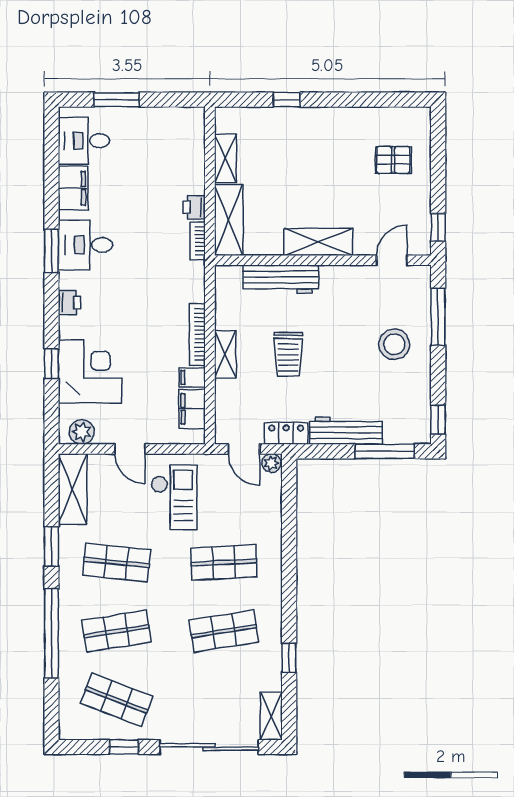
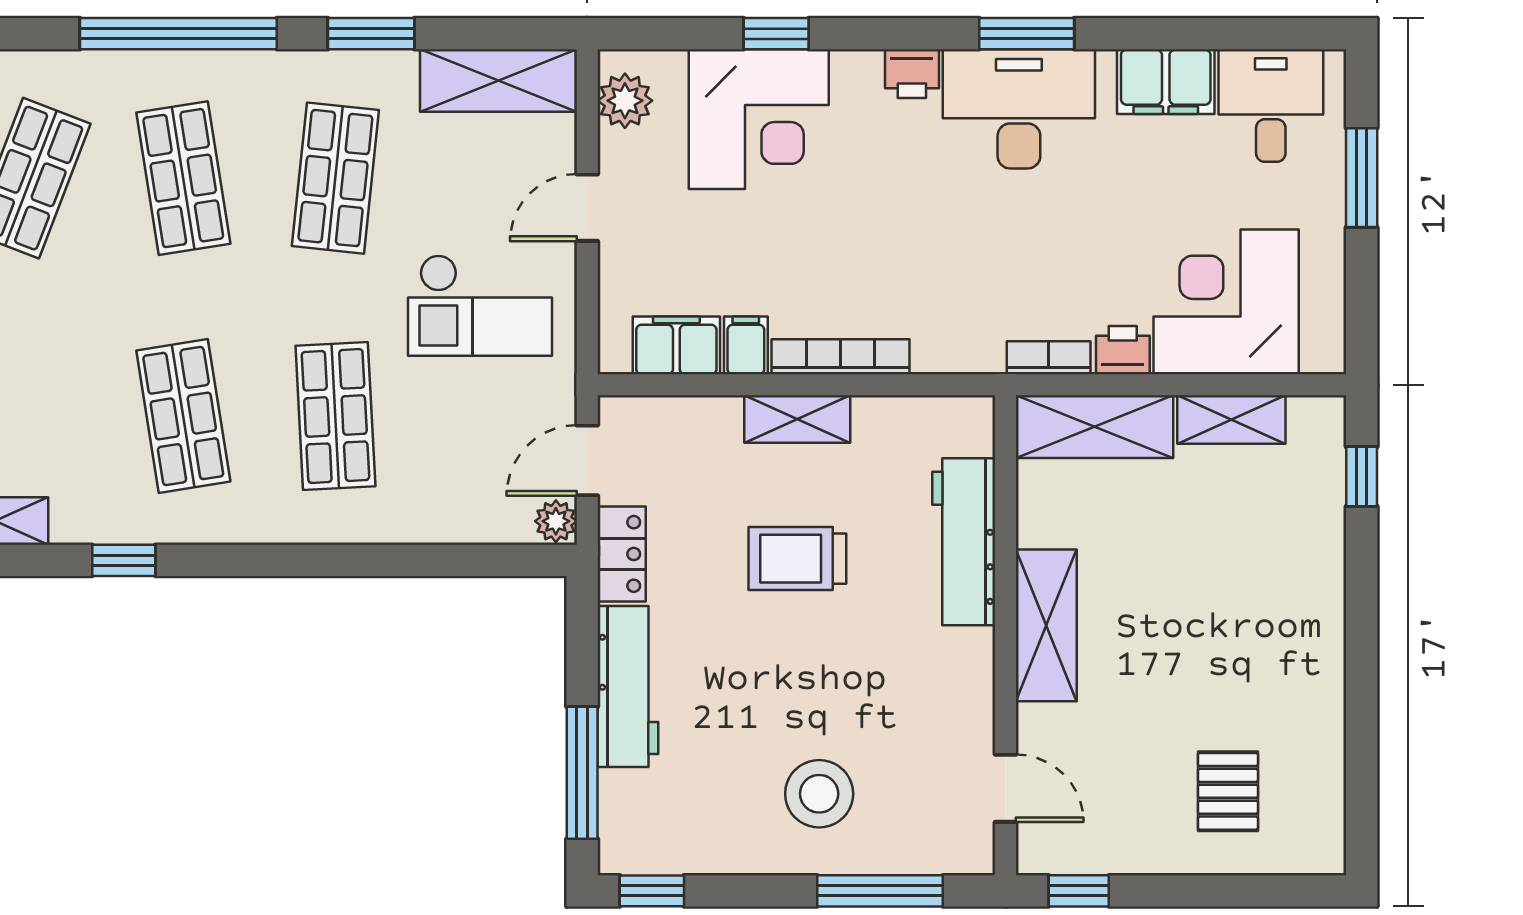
window: (287, 100) -> (1362, 477), moved
corner desk: (172, 161) -> (1226, 302), added
desk: (85, 245) -> (1019, 109), width x1.37

